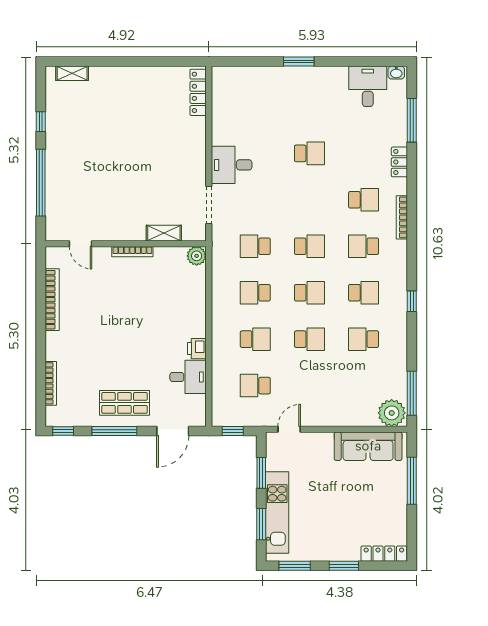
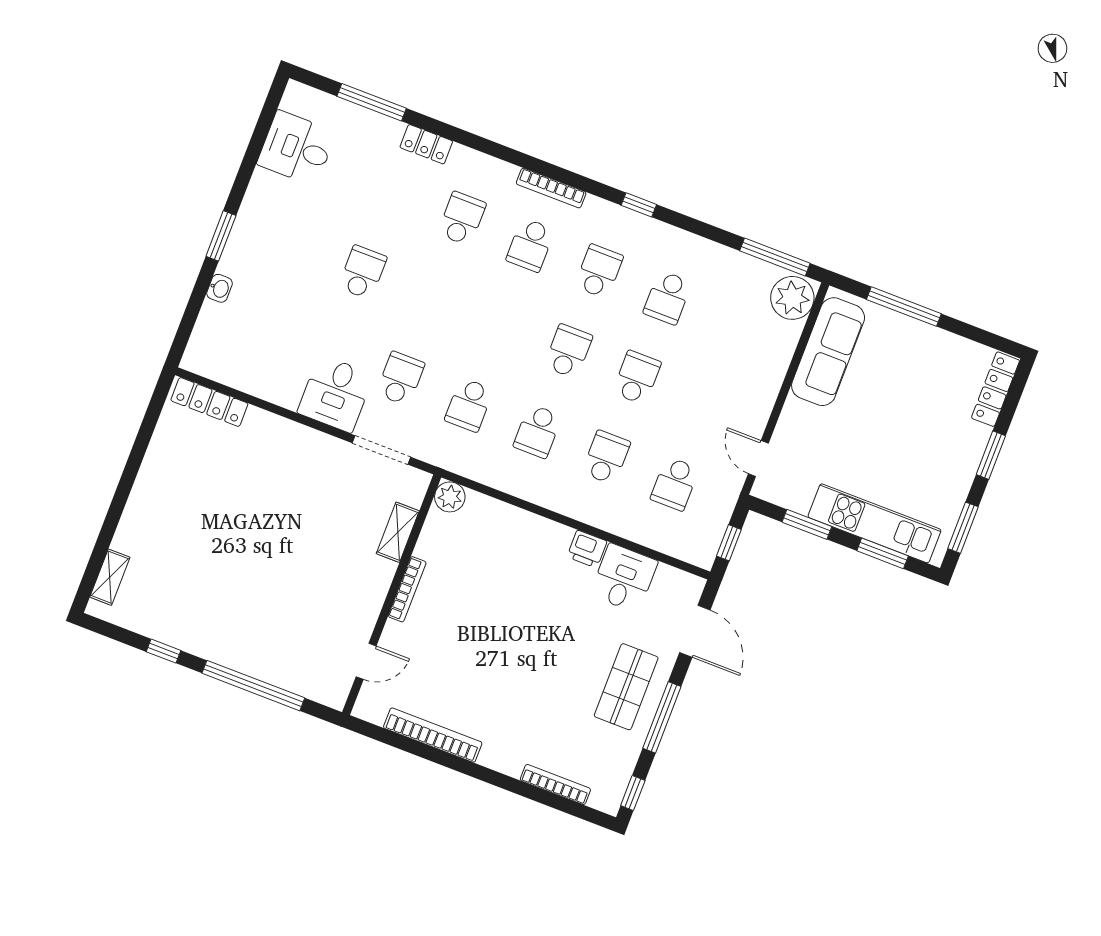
washbasin: (396, 73) -> (220, 288), moved
bookcase: (402, 217) -> (551, 188), moved
school desk: (309, 246) -> (400, 378), moved

